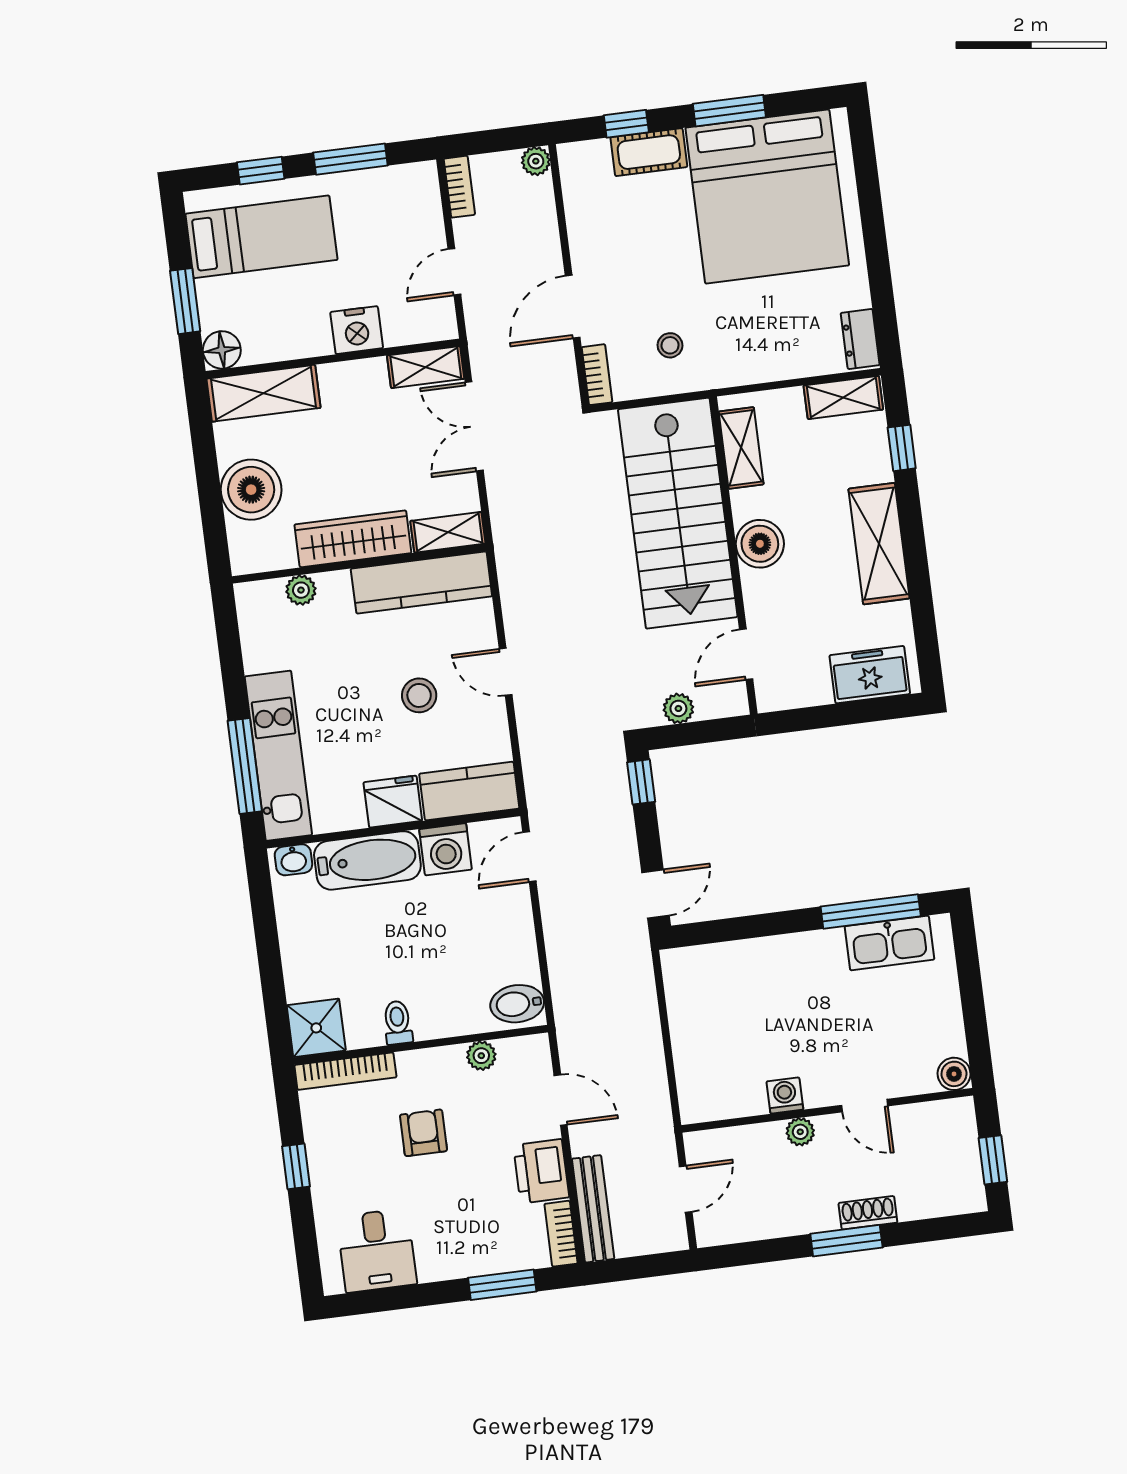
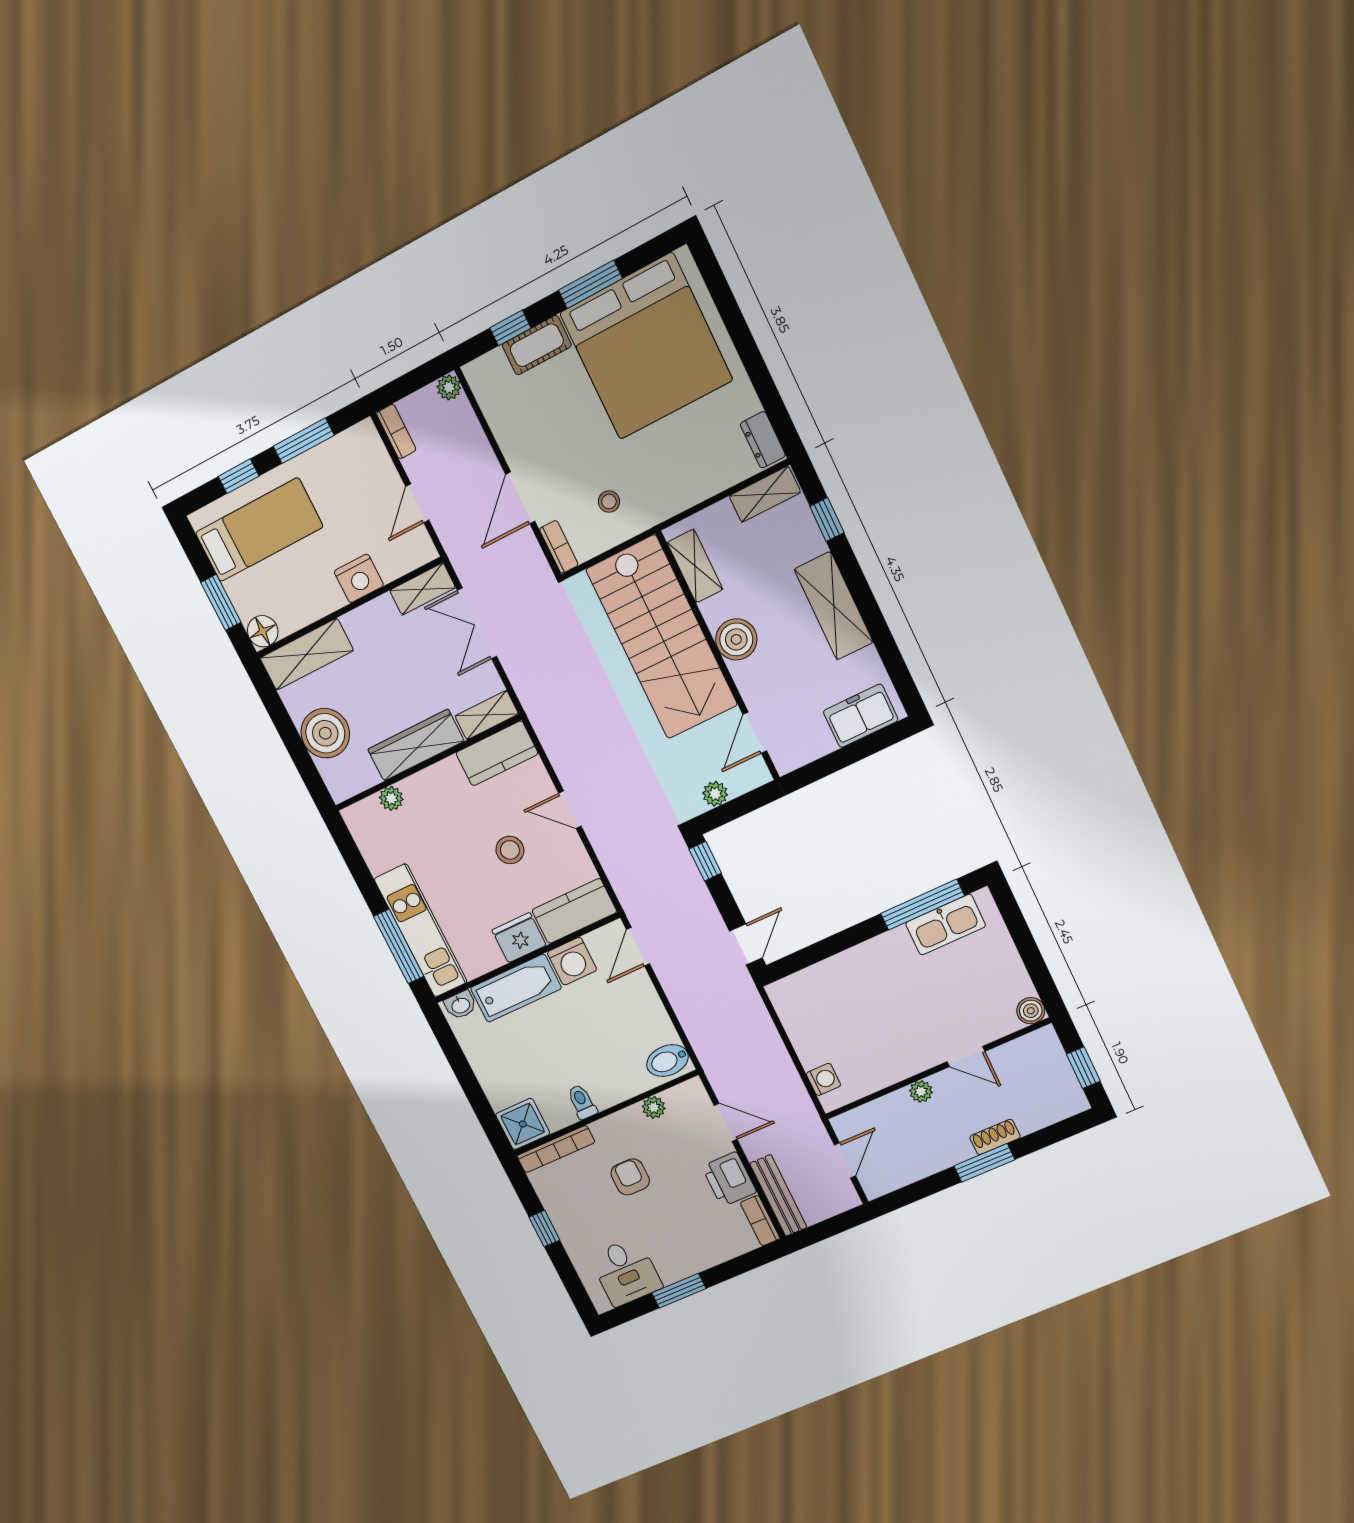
kitchen counter: (421, 582) -> (497, 753), width x0.67
washing machine: (785, 1095) -> (823, 1079), moved, turned 90
window: (502, 1285) -> (679, 1291), moved

